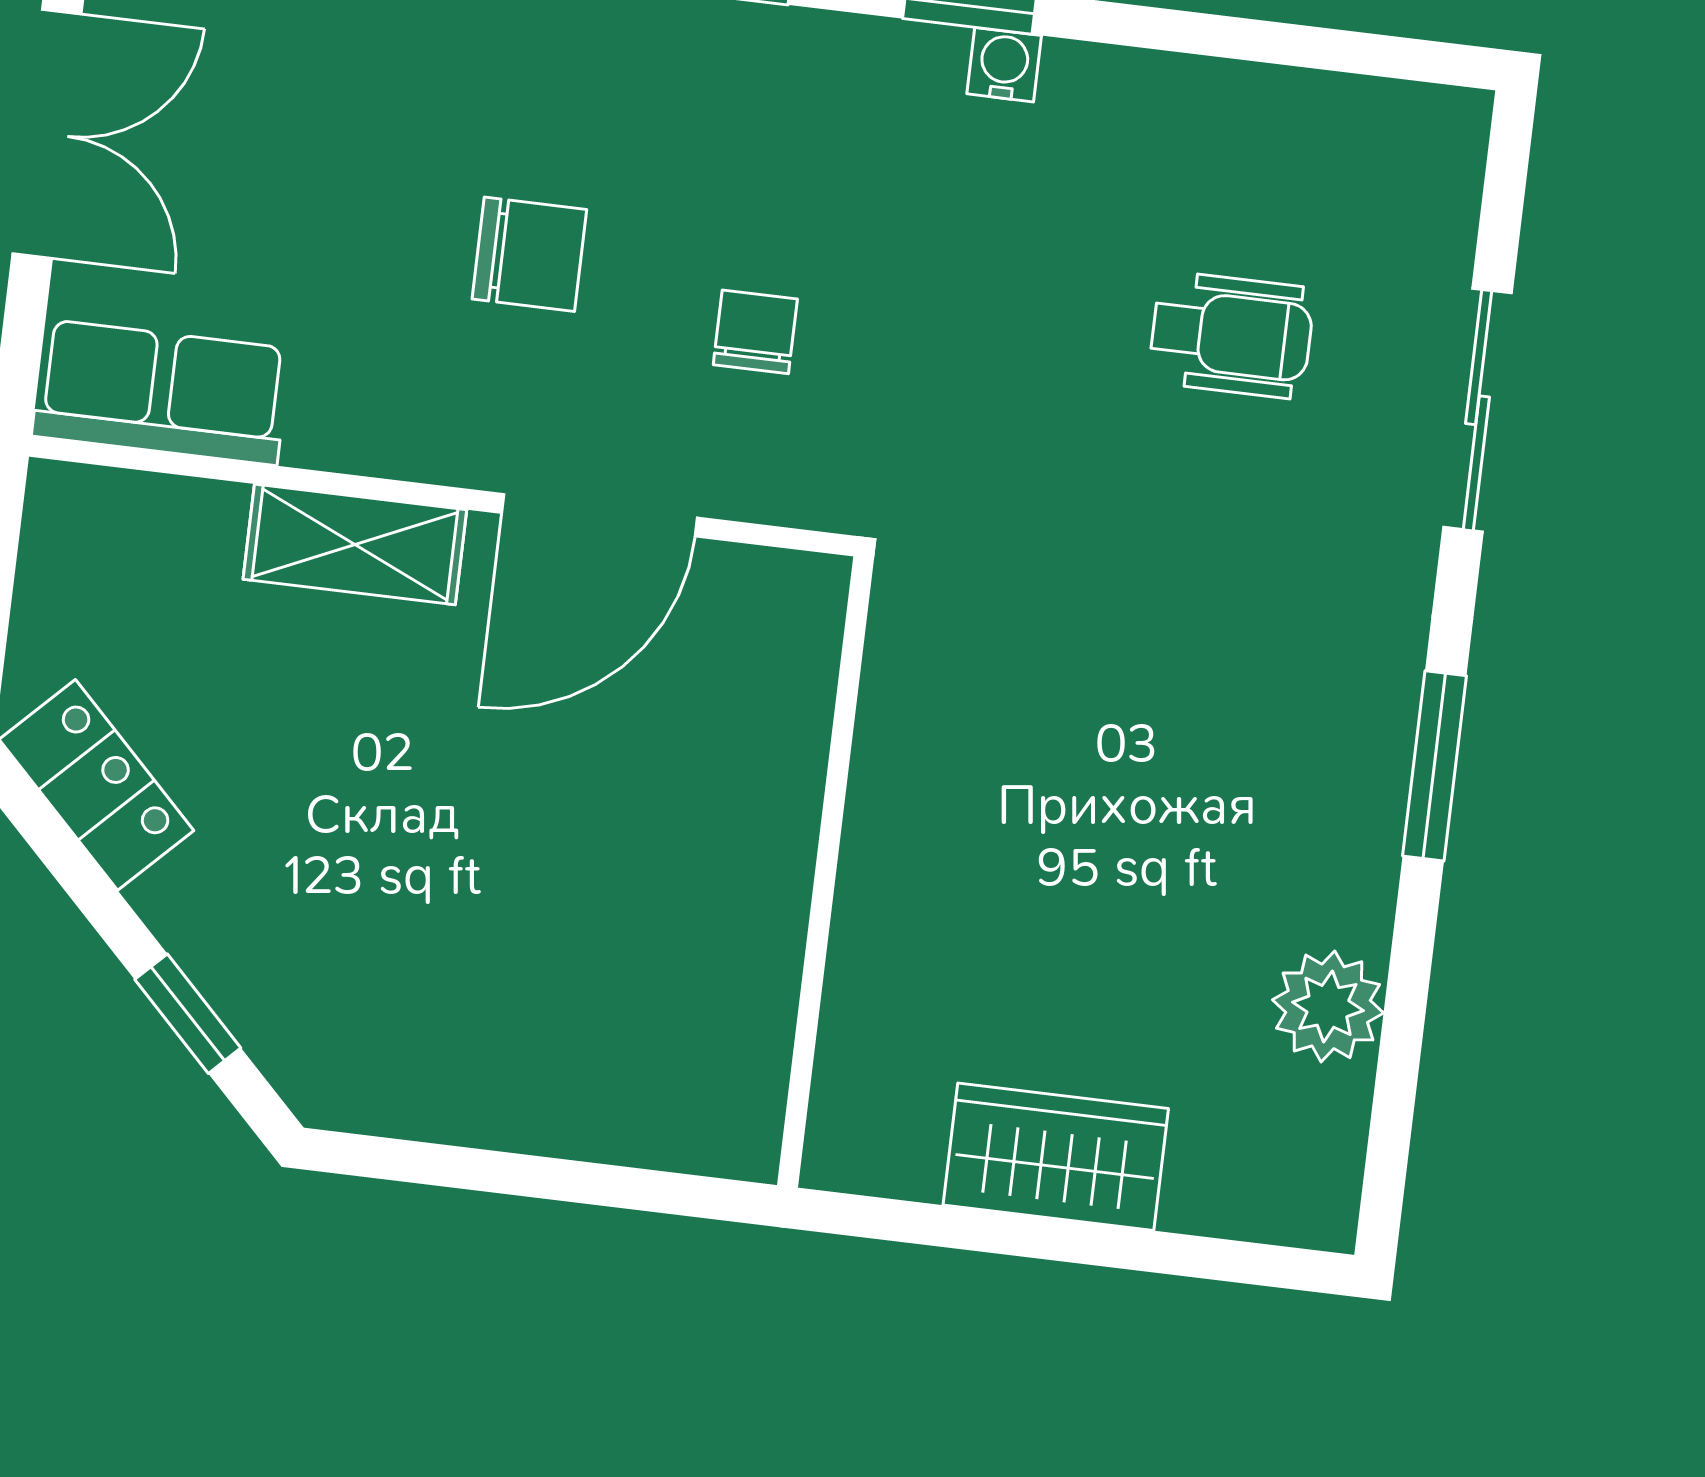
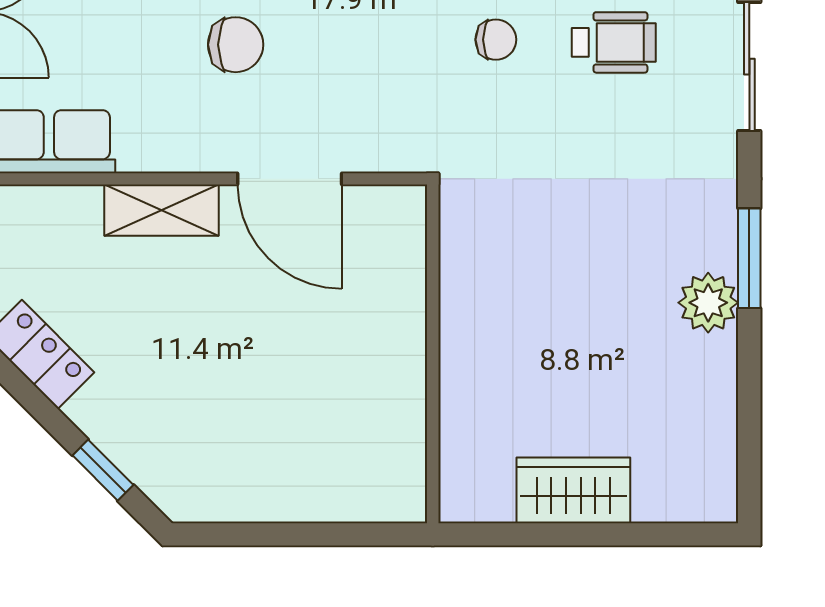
chair: (755, 332) -> (496, 40), moved, turned 90
door: (599, 515) -> (290, 179), hinge flipped
plant: (1328, 1006) -> (708, 303), moved

